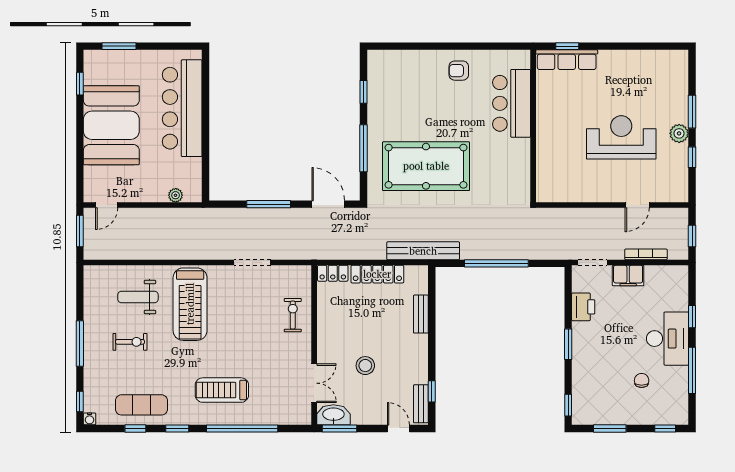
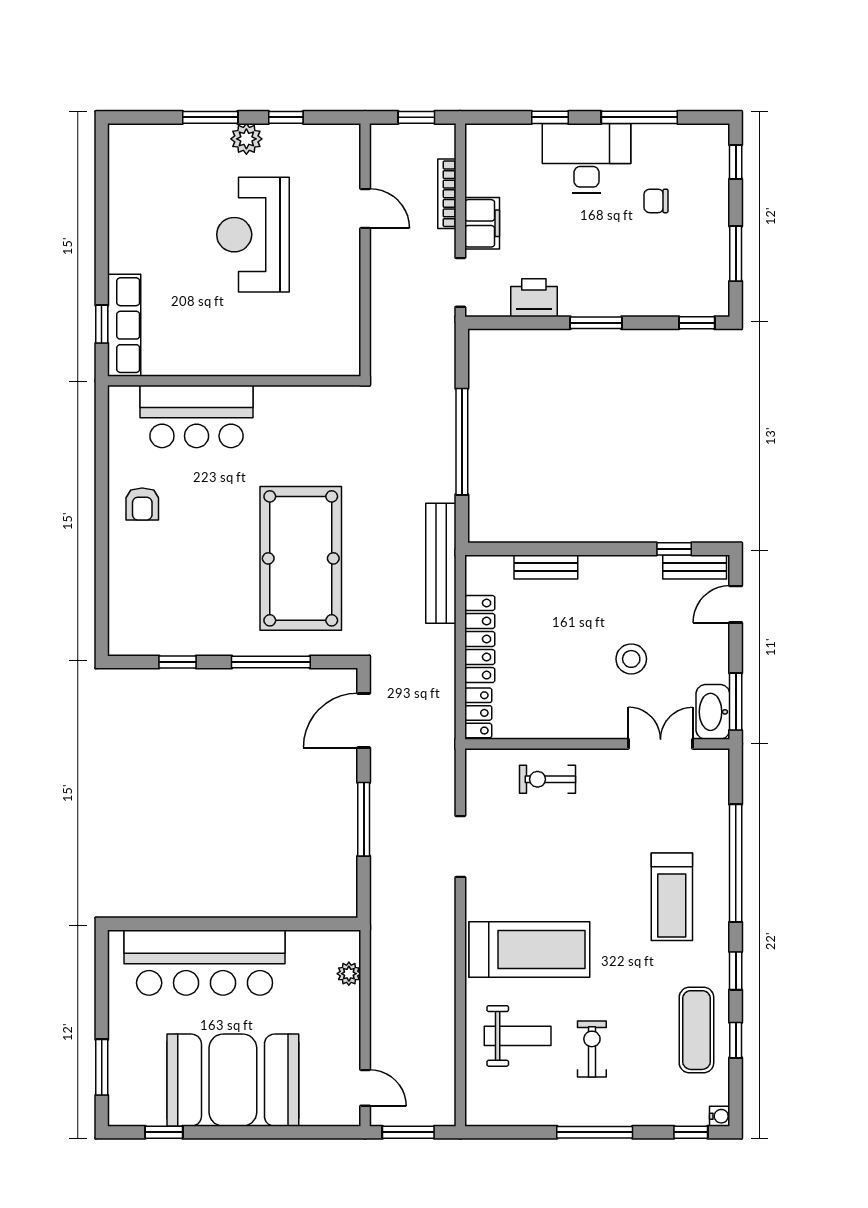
weight bench: (138, 297) -> (518, 1036), turned -90

